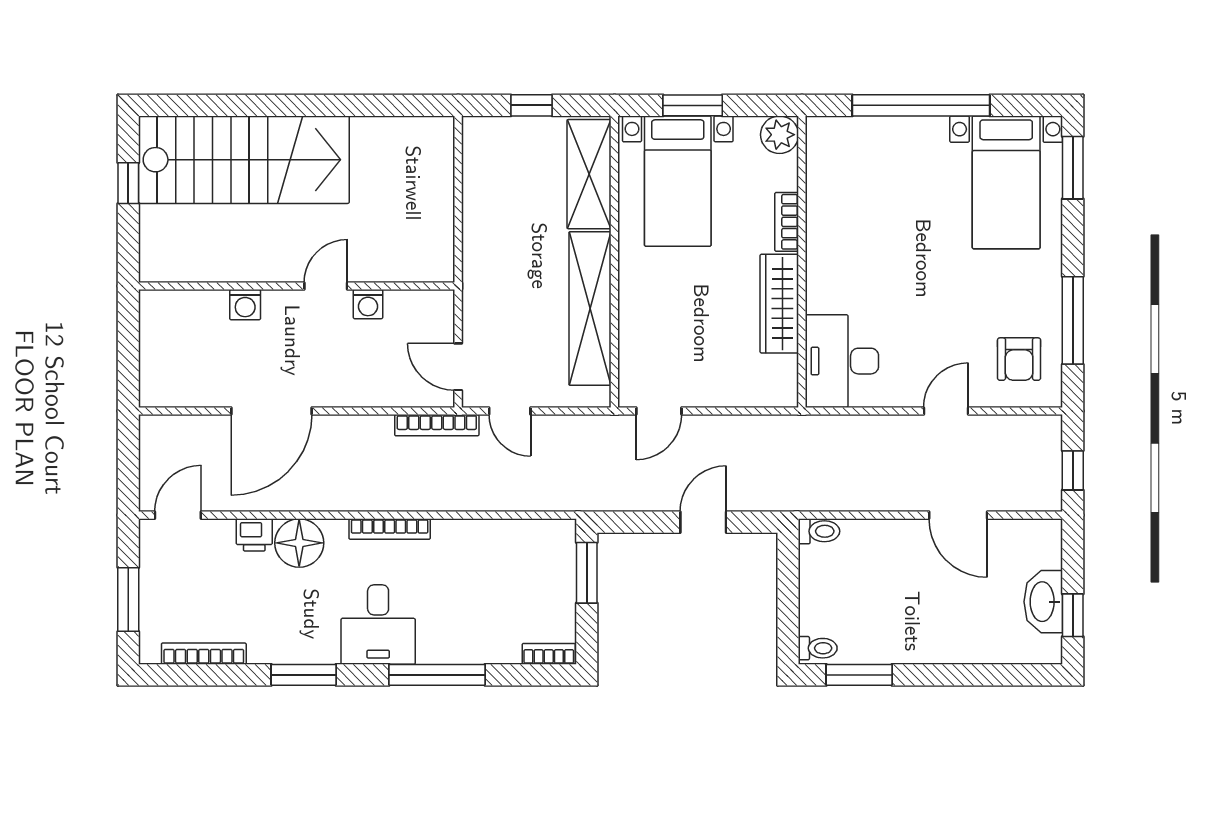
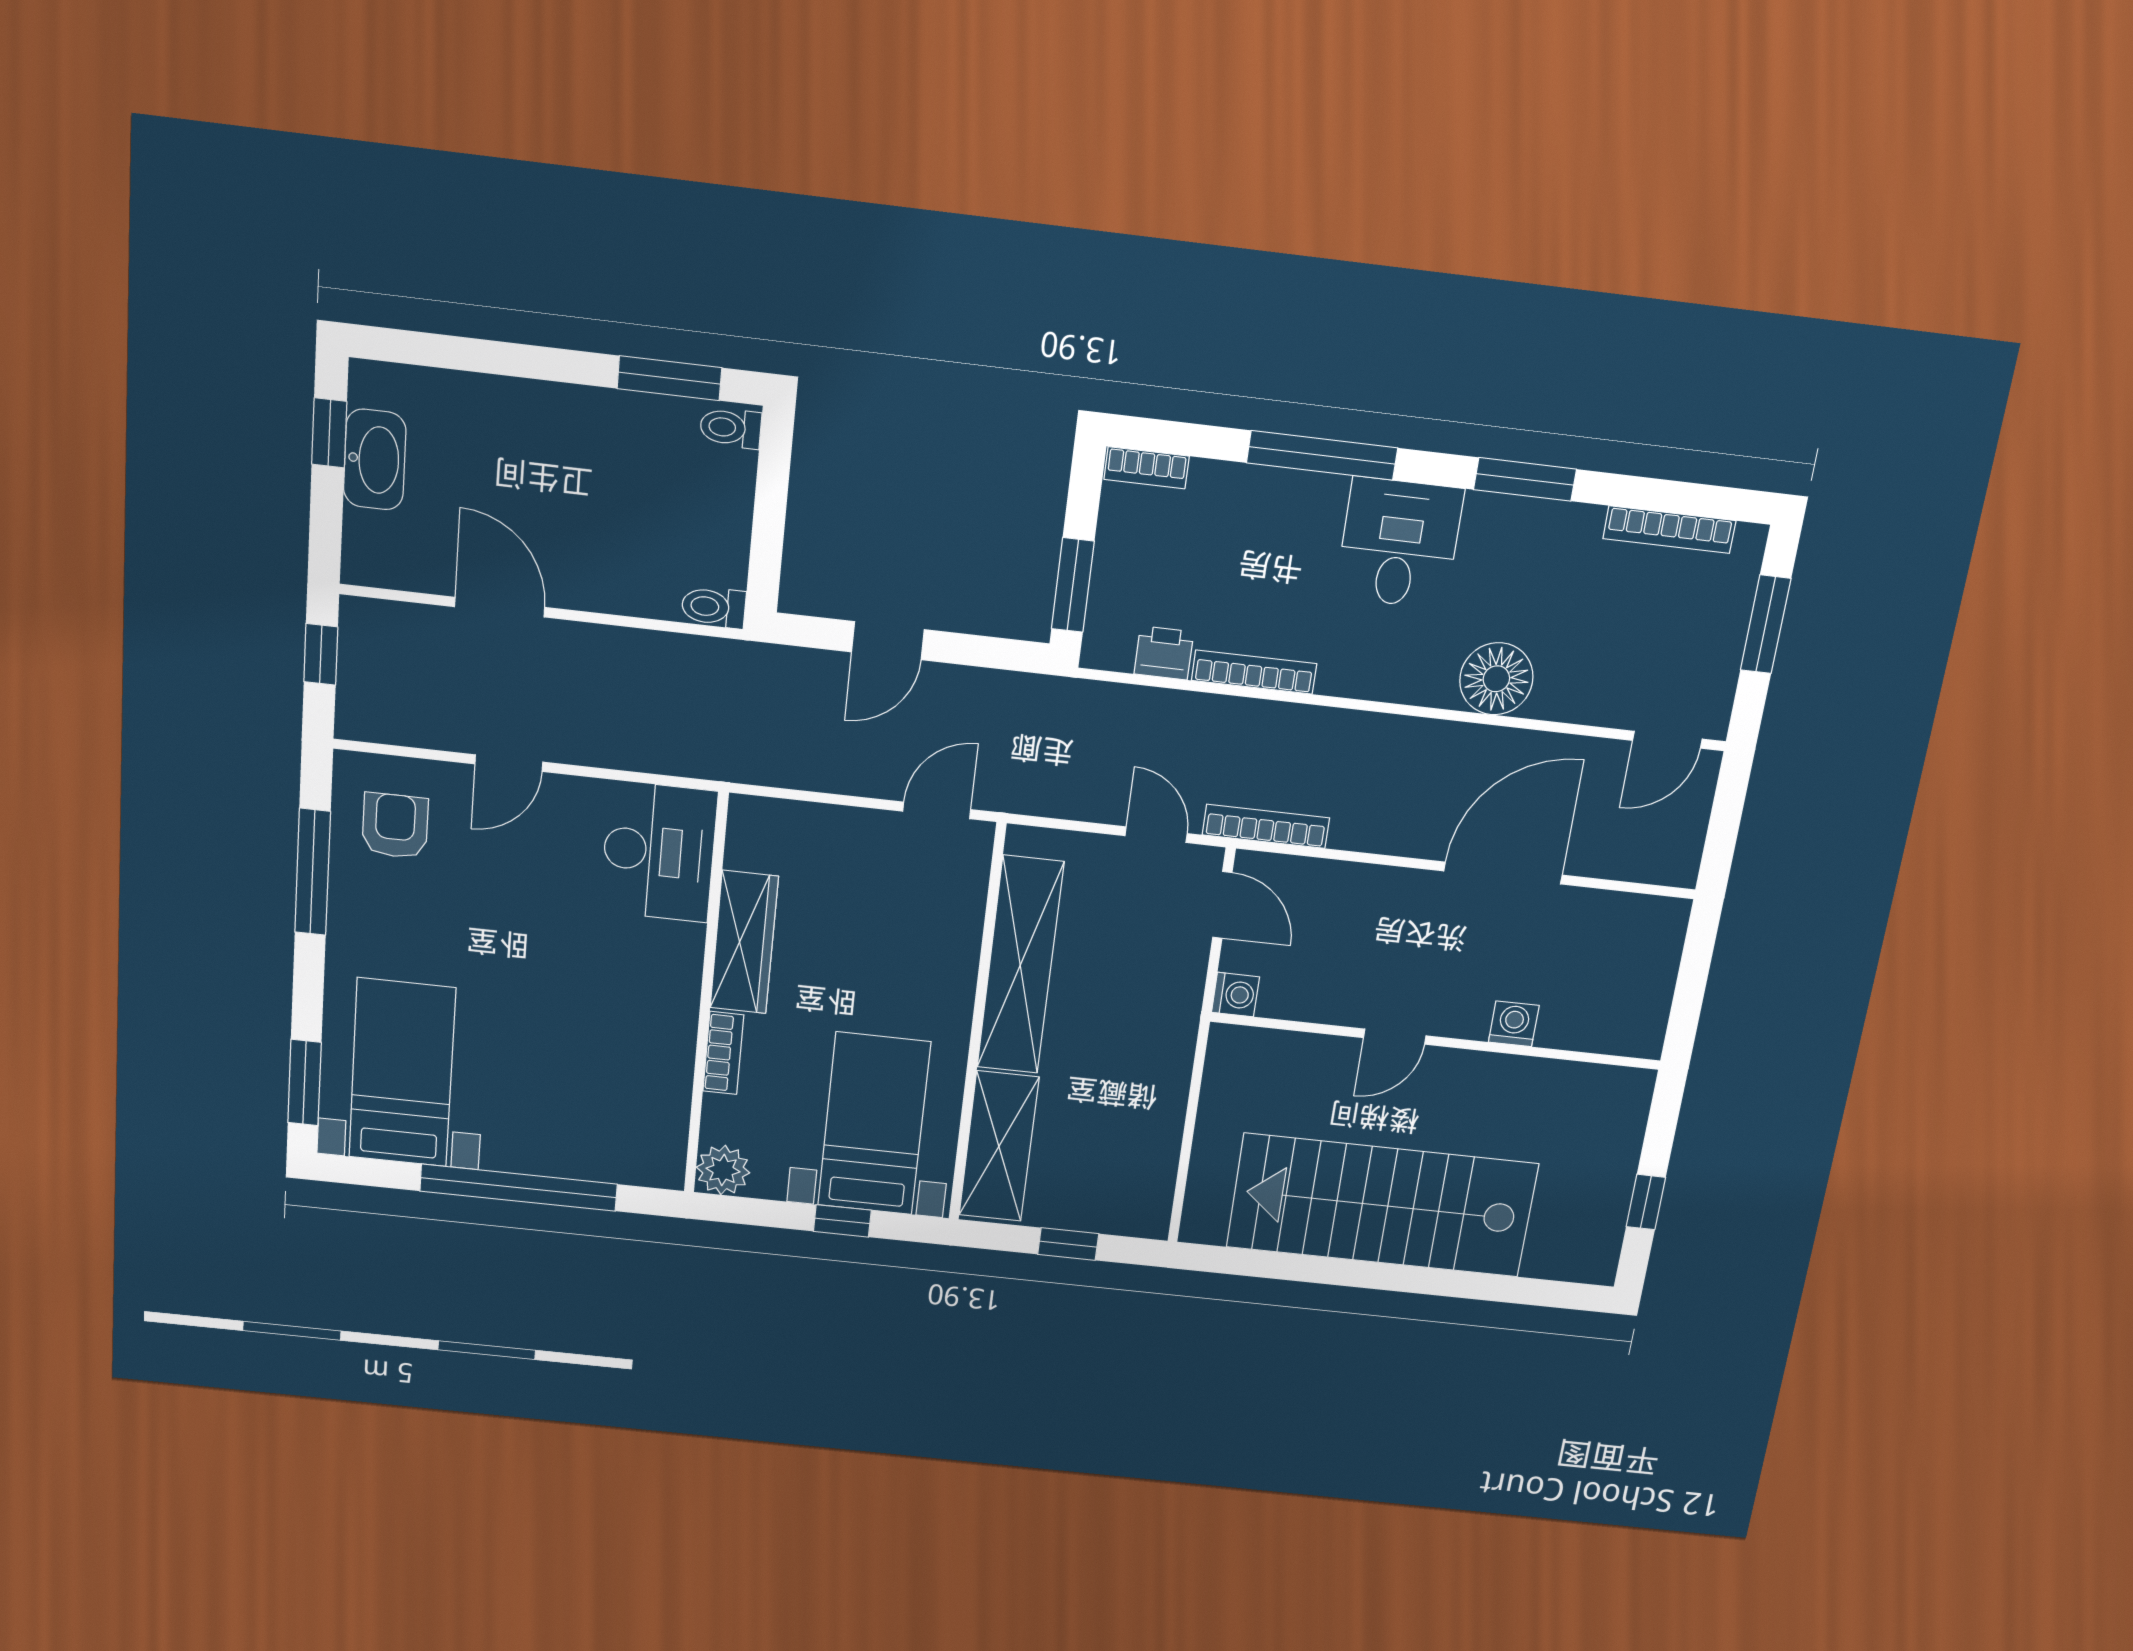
window: (693, 105) -> (842, 1221), width x0.67
stairs: (244, 160) -> (1382, 1205), moved
washing machine: (368, 304) -> (1235, 995), moved, turned 90
bookcase: (390, 529) -> (1254, 672), moved
printer: (254, 535) -> (1164, 653), moved

